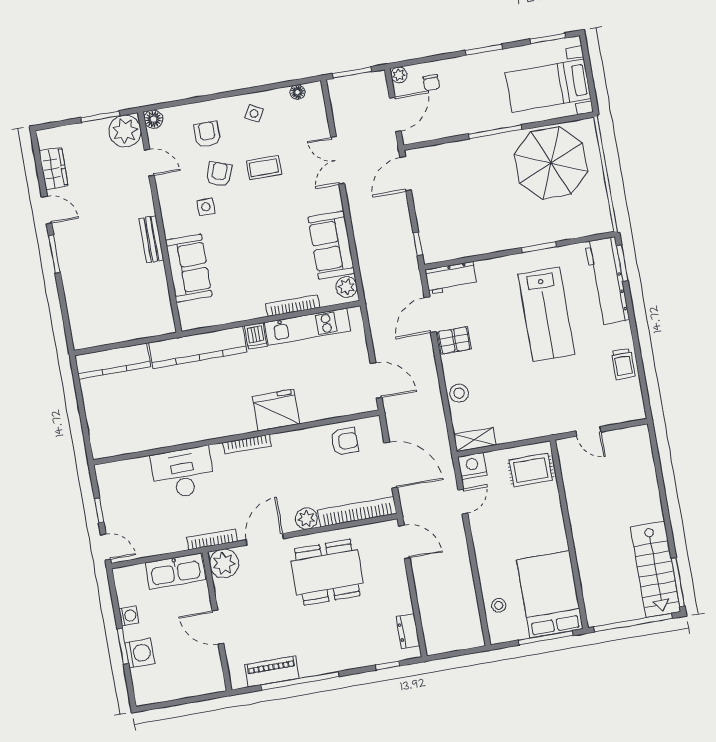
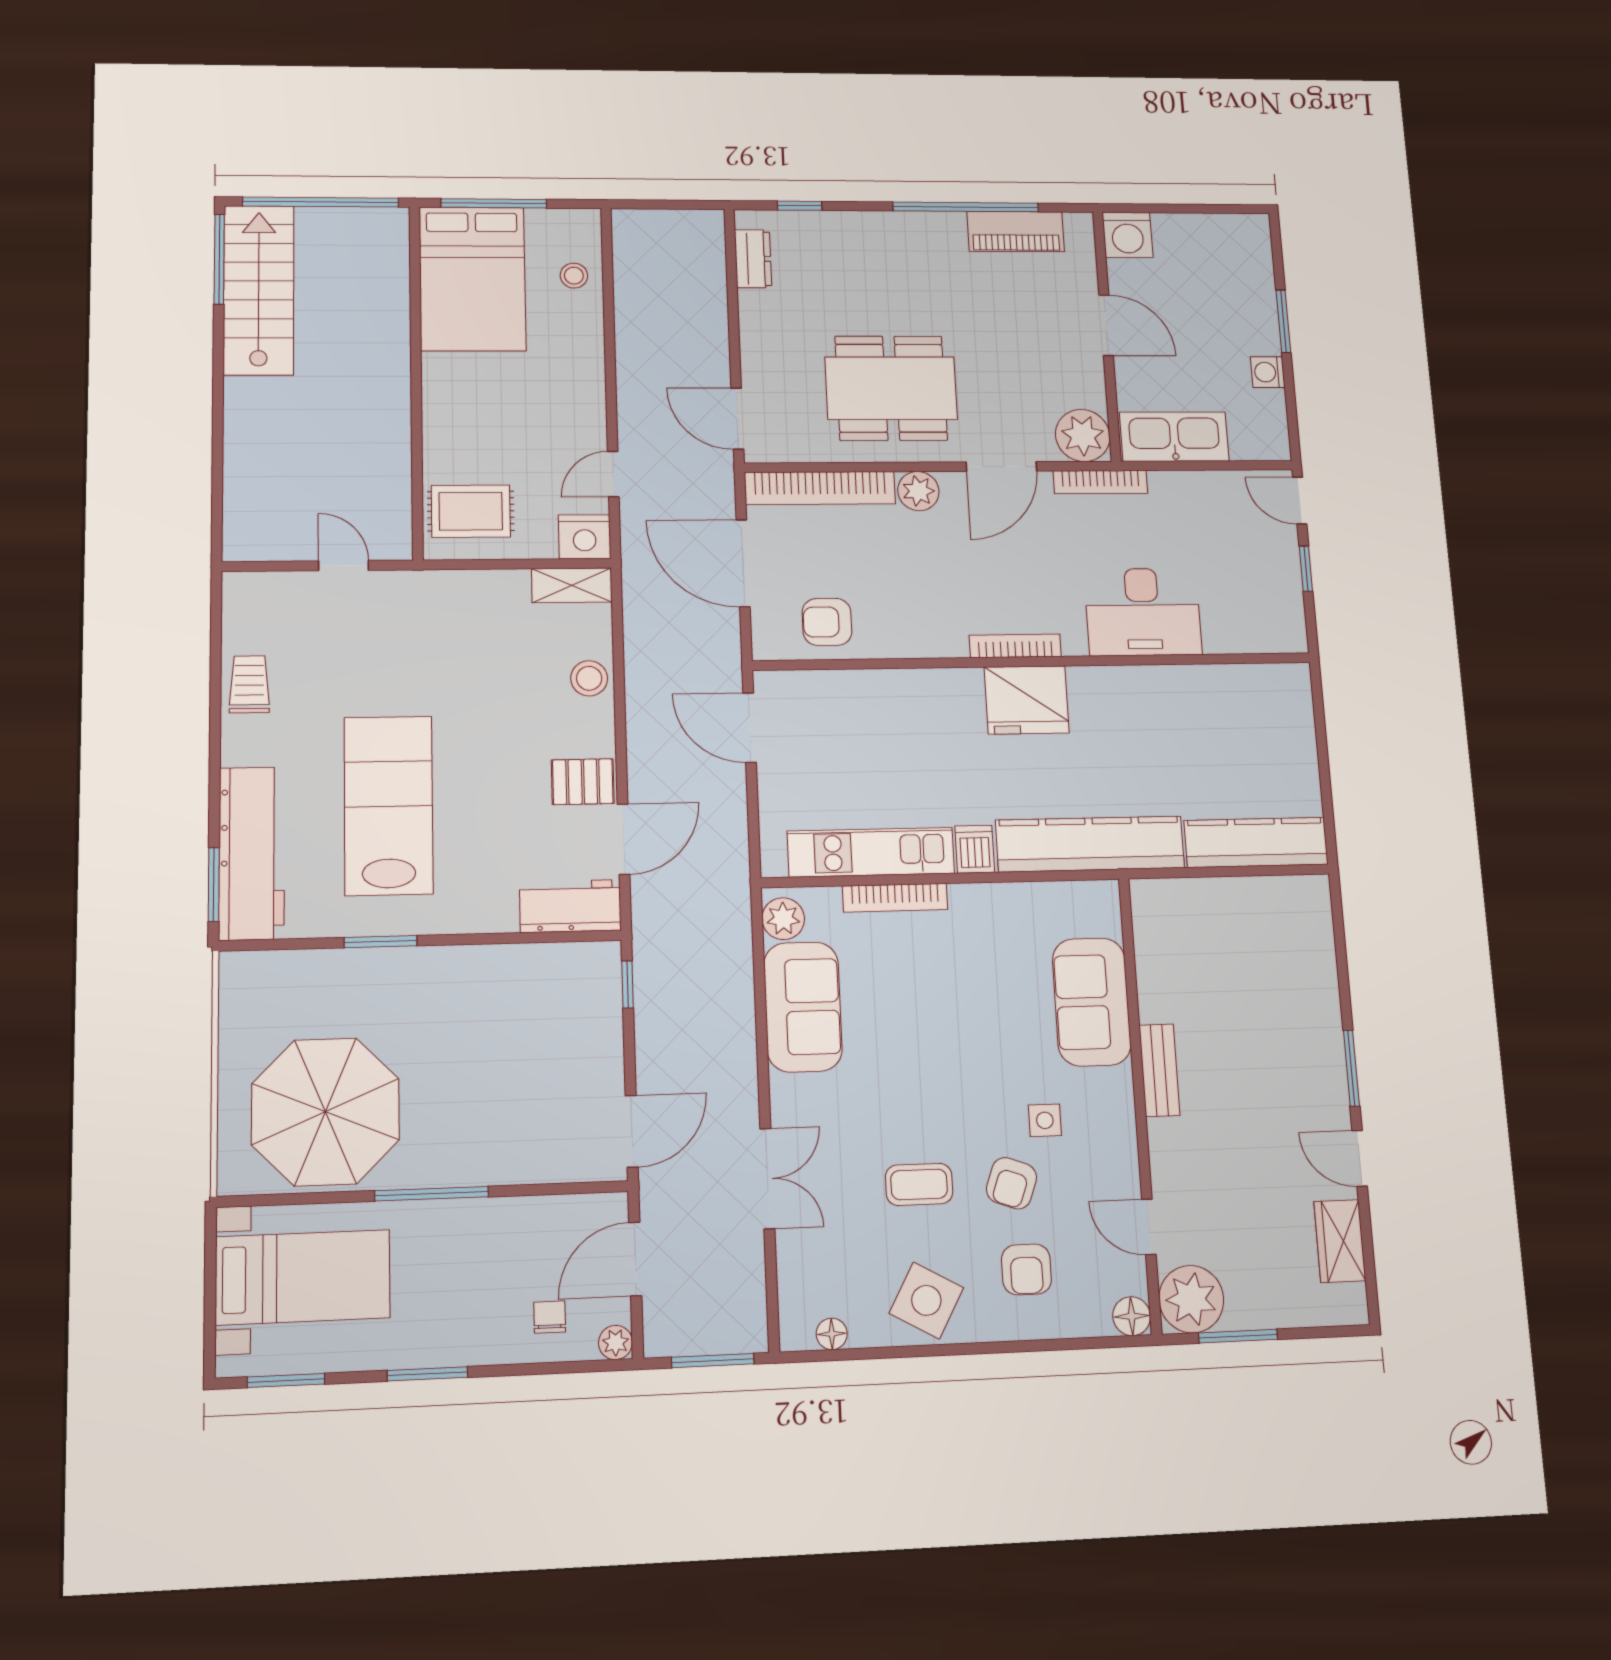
side table: (254, 113) -> (926, 1300), width x1.87, depth x1.87
fridge: (276, 410) -> (1027, 700), moved
washing machine: (140, 653) -> (1128, 235), moved, turned -90

